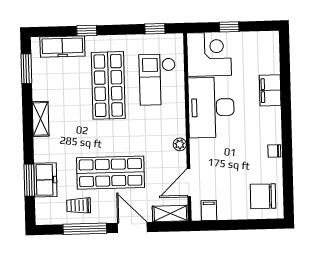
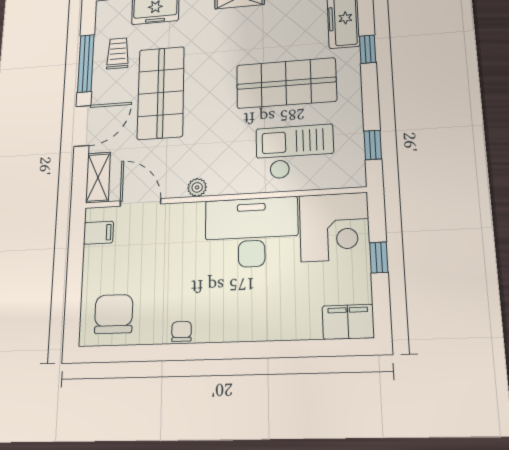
filing cabinet: (270, 90) -> (348, 322), moved

